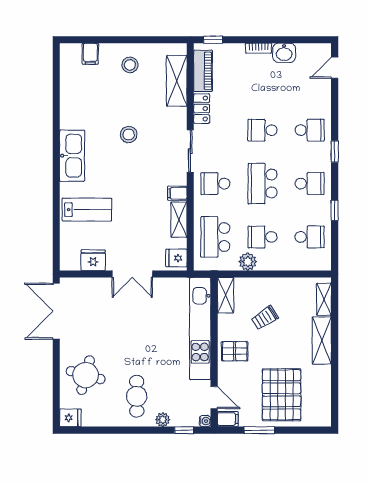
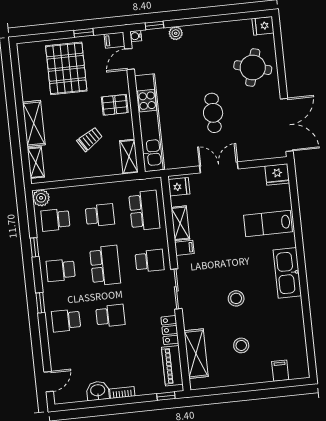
stool: (130, 65) -> (241, 345), moved
fridge: (93, 260) -> (277, 174), moved
plant: (248, 262) -> (41, 198), moved
cafe table: (137, 396) -> (213, 113), moved
door: (214, 398) -> (130, 59), hinge flipped
window: (259, 430) -> (84, 33), width x0.67

